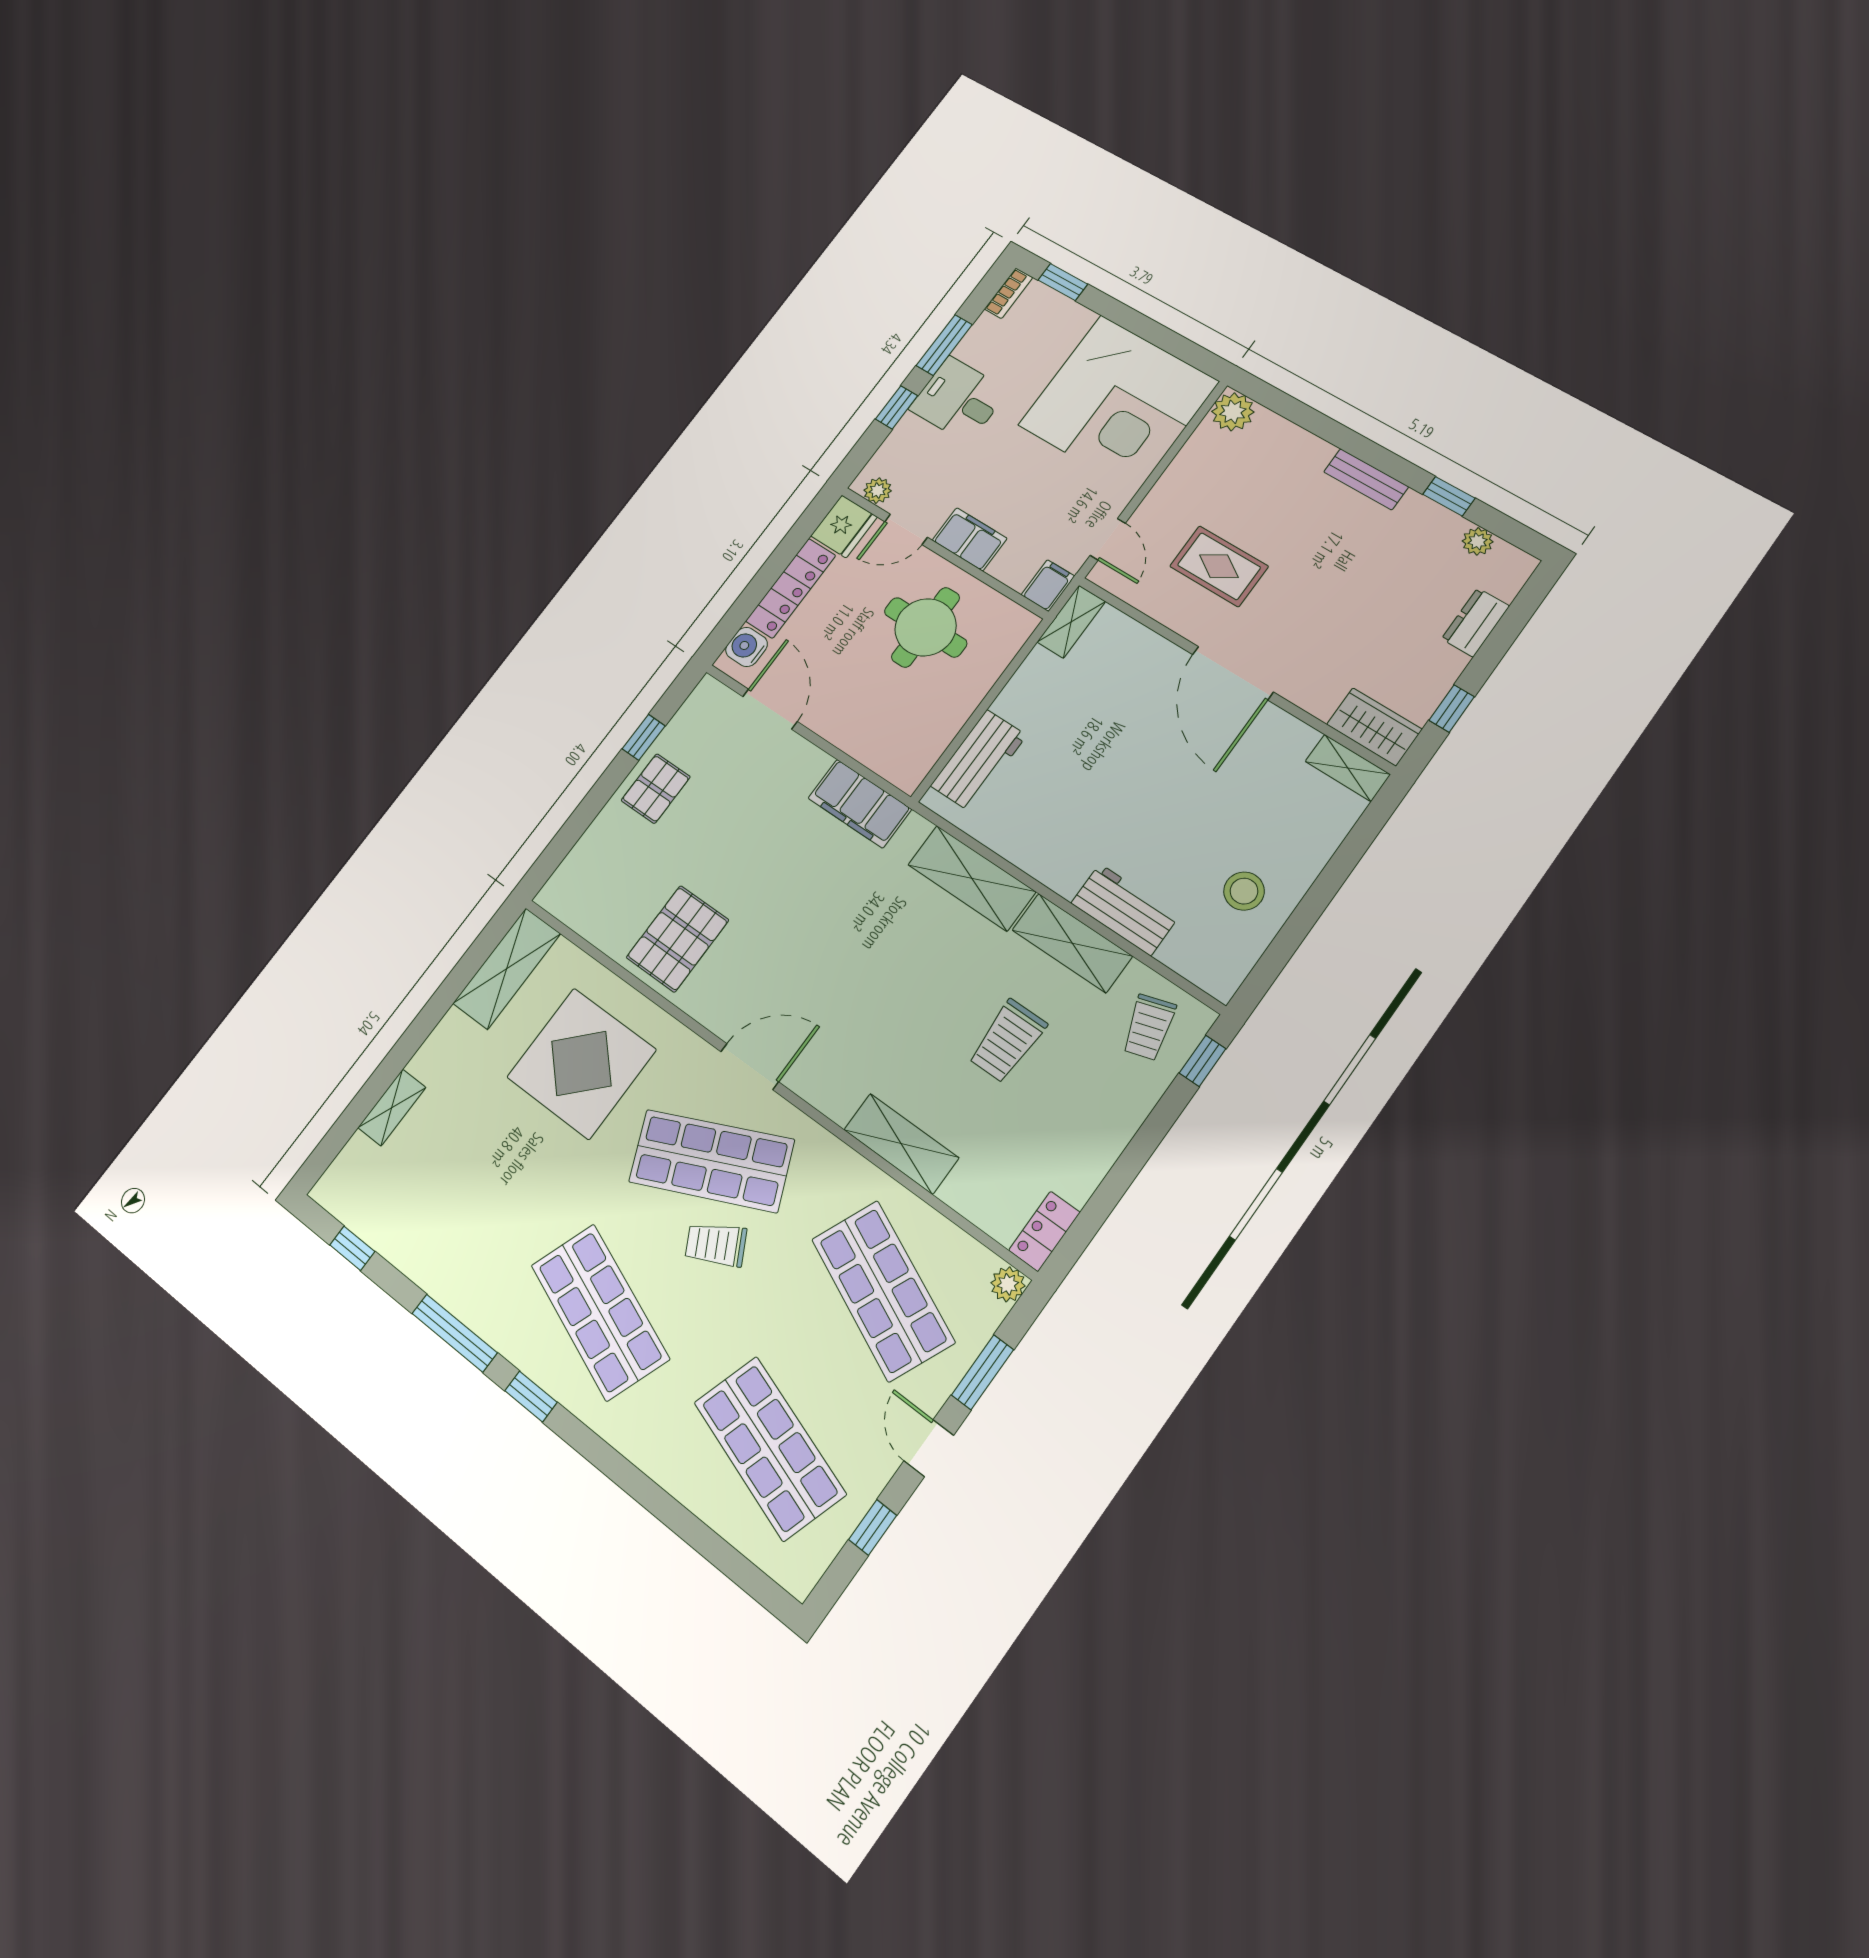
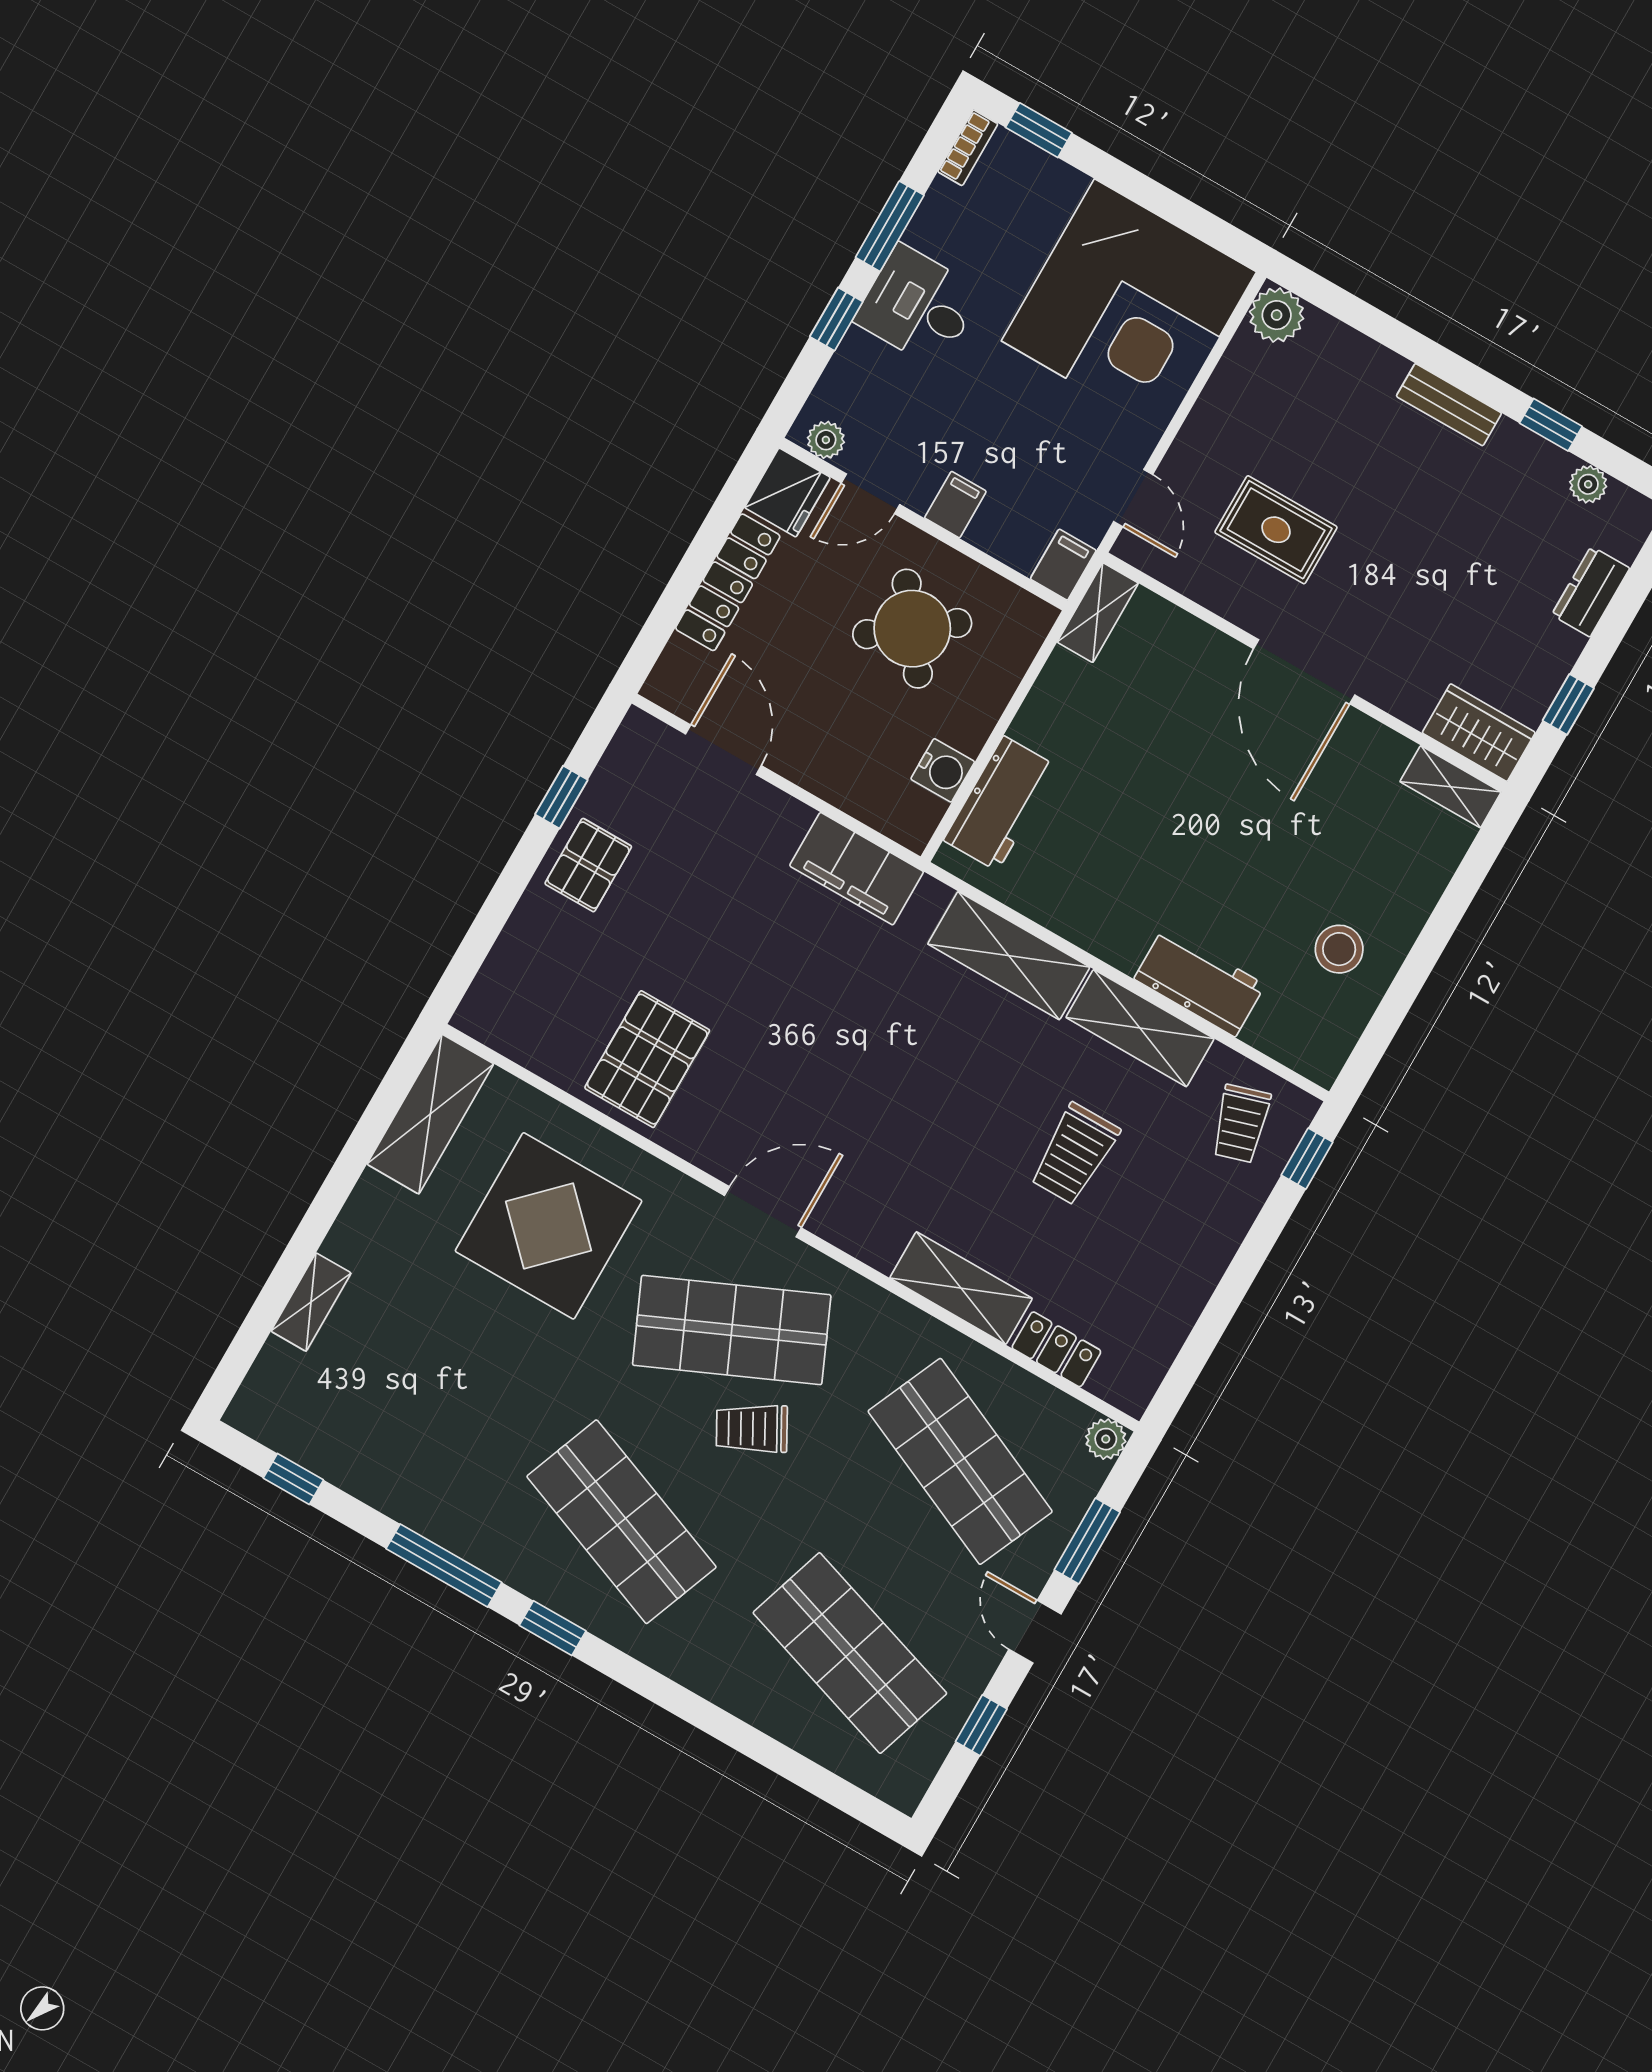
filing cabinet: (970, 539) -> (955, 505), width x0.50
round table: (926, 627) -> (912, 629), turned -37
water cooler: (747, 647) -> (943, 770), moved, turned 180
locker: (1044, 1231) -> (1056, 1349), moved, turned 90

